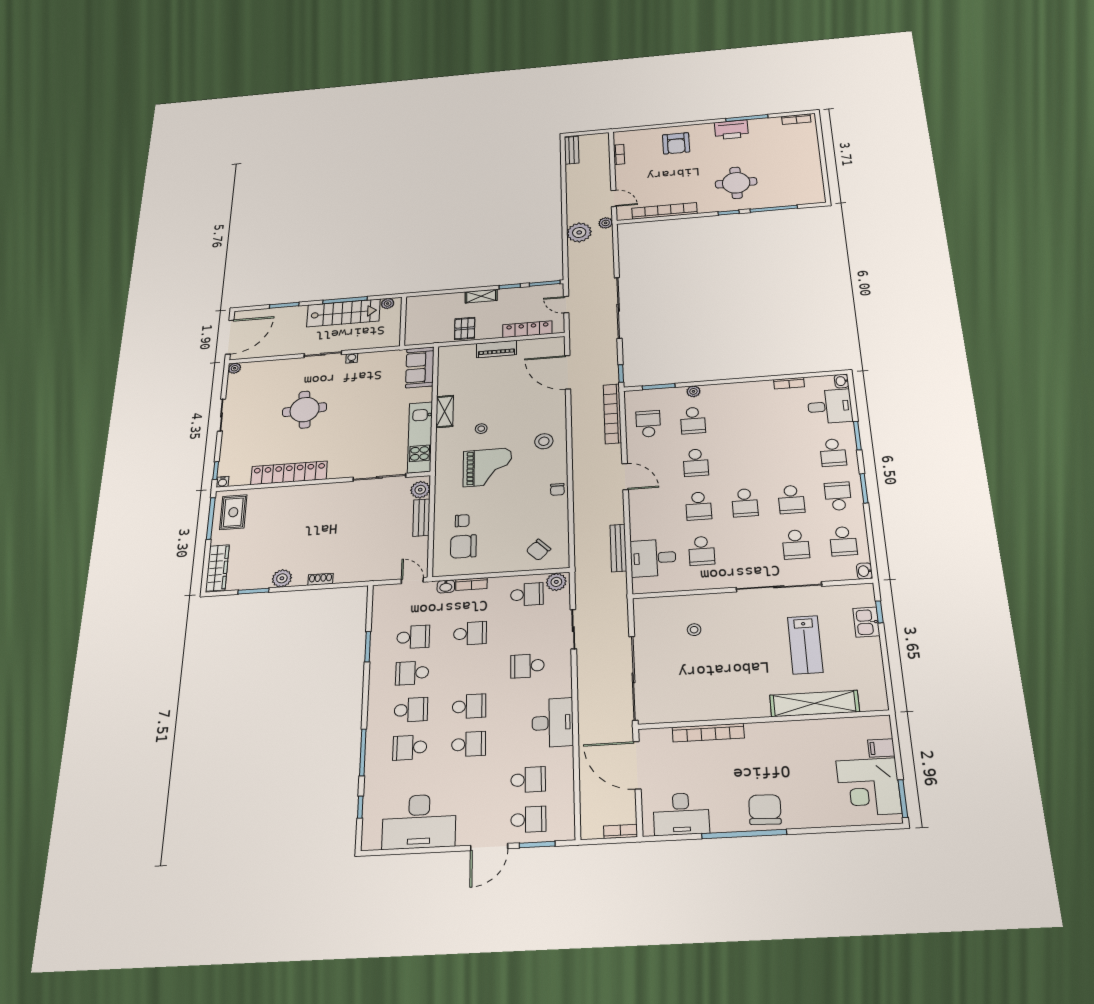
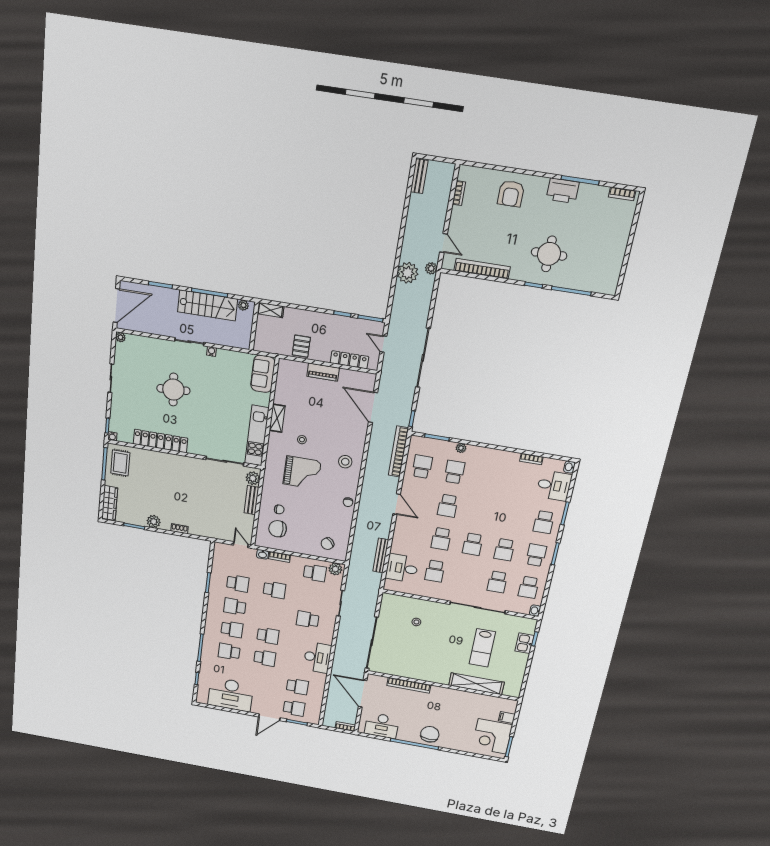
shelving: (481, 296) -> (270, 310), moved
school desk: (693, 420) -> (454, 472), turned 180

